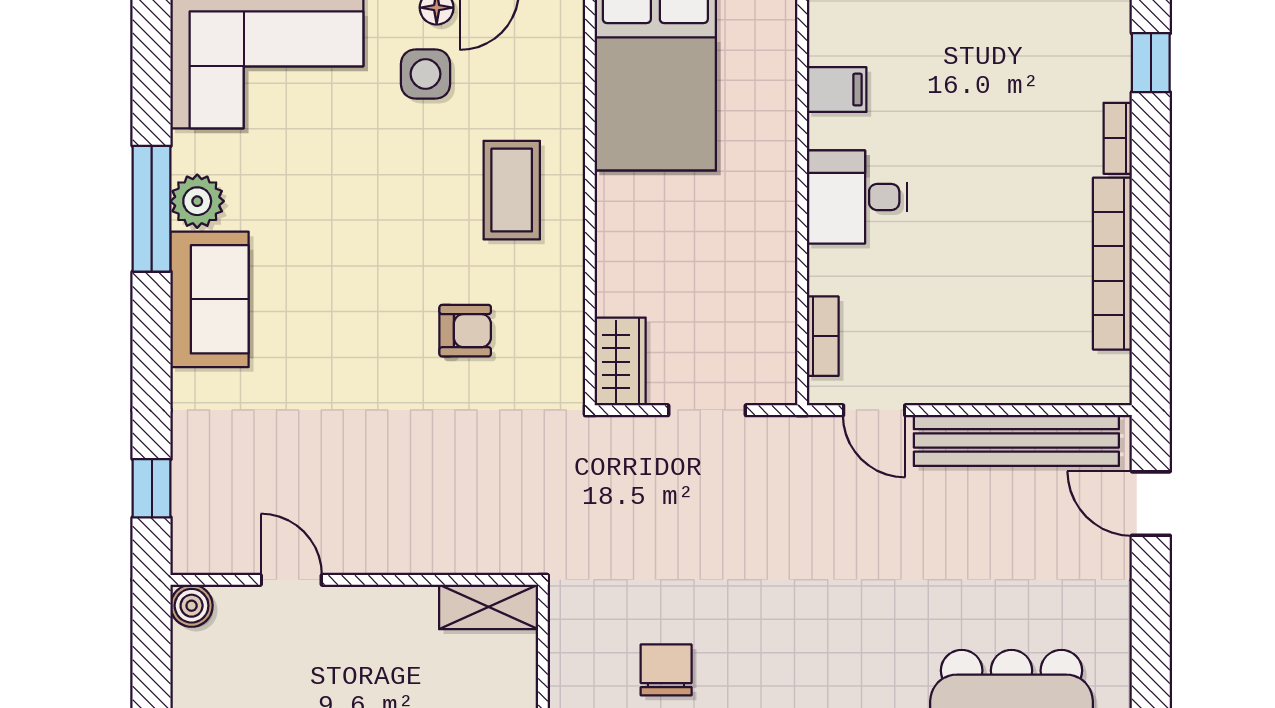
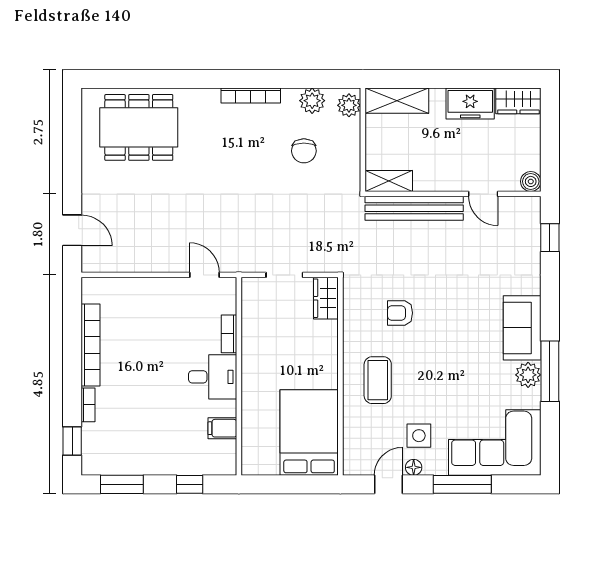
bookcase: (823, 336) -> (229, 334), moved
bench: (1016, 440) -> (414, 208), moved

